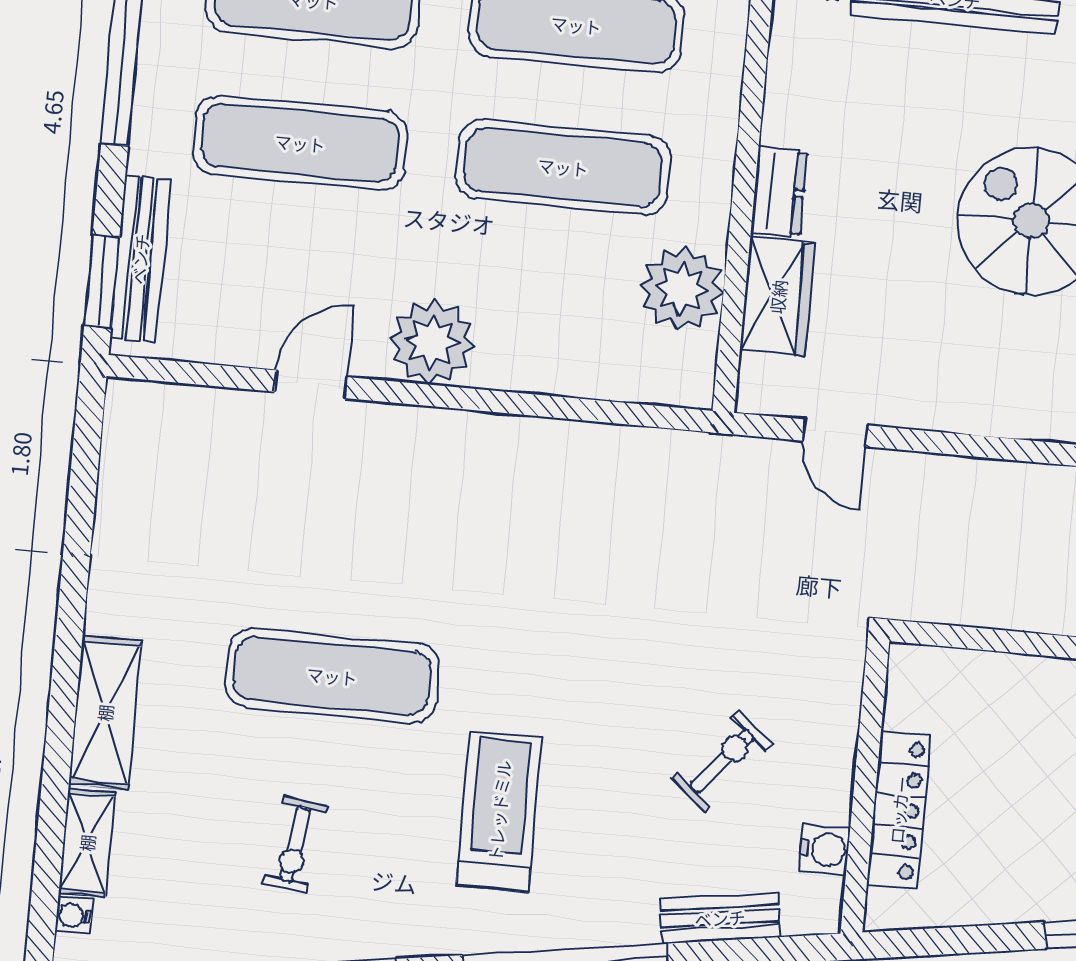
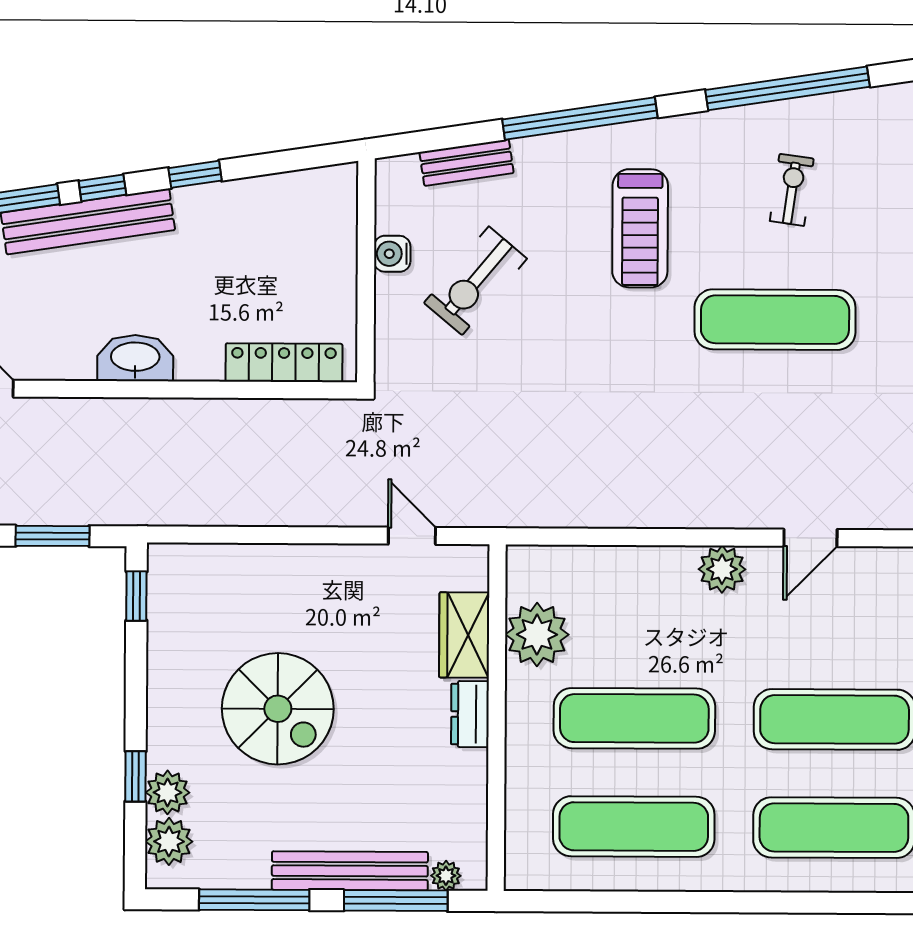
plant: (432, 342) -> (722, 569), width x0.73, depth x0.73
exercise bike: (722, 761) -> (475, 281), width x1.38, depth x1.39
locker: (899, 810) -> (284, 363), moved, turned 90
water cooler: (824, 849) -> (392, 254), moved

